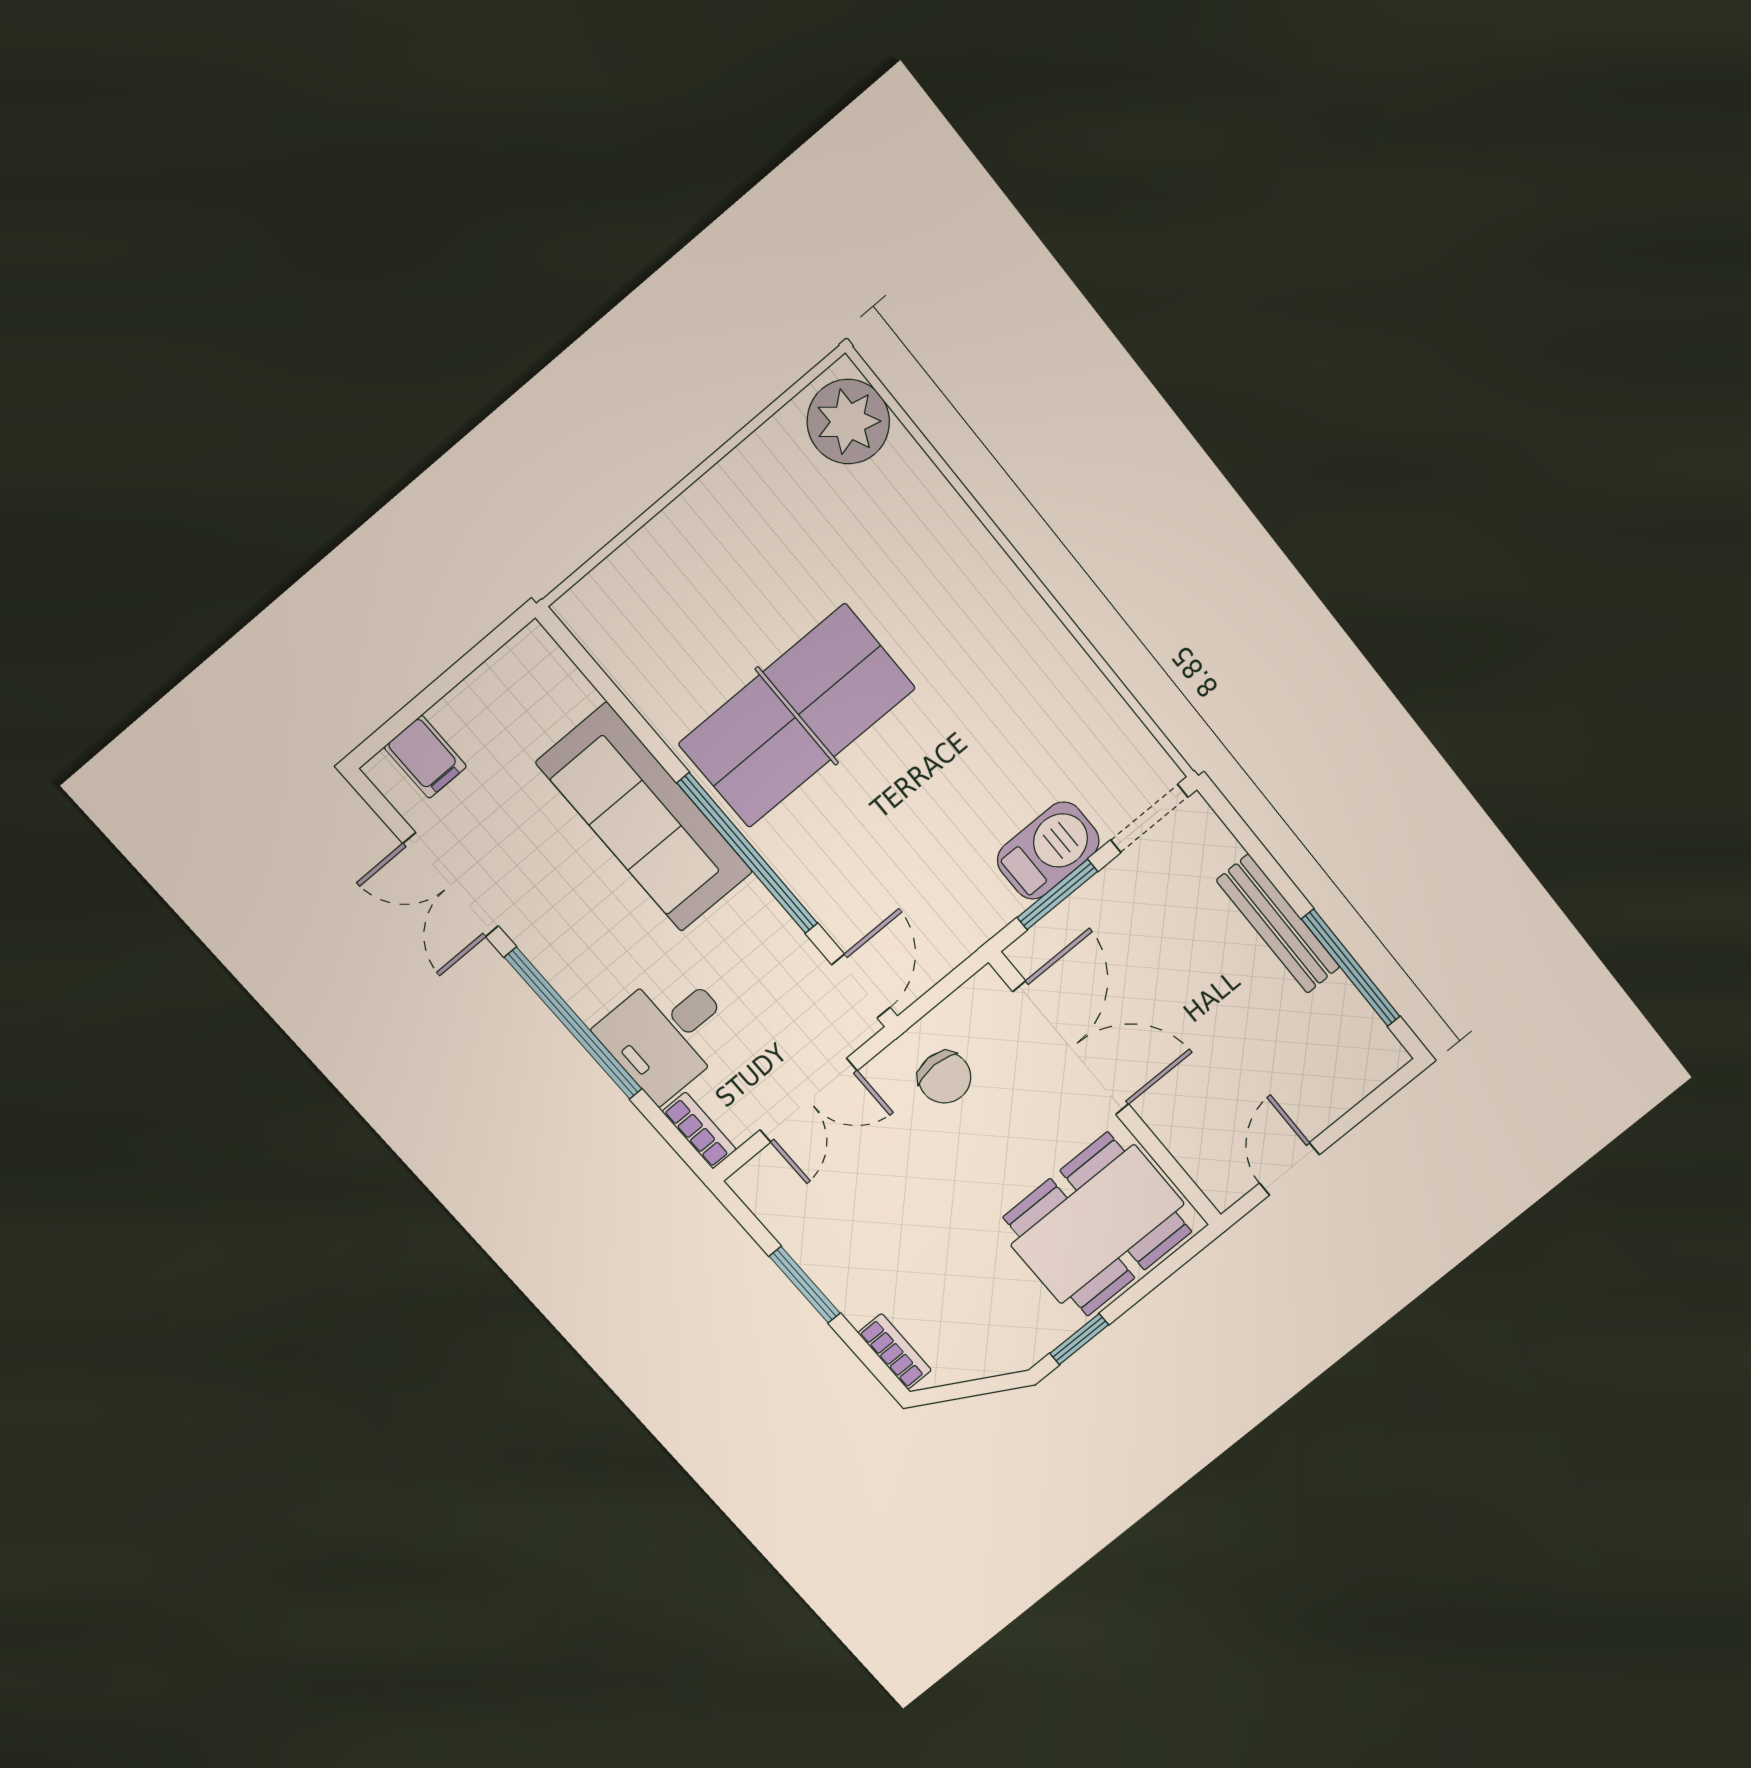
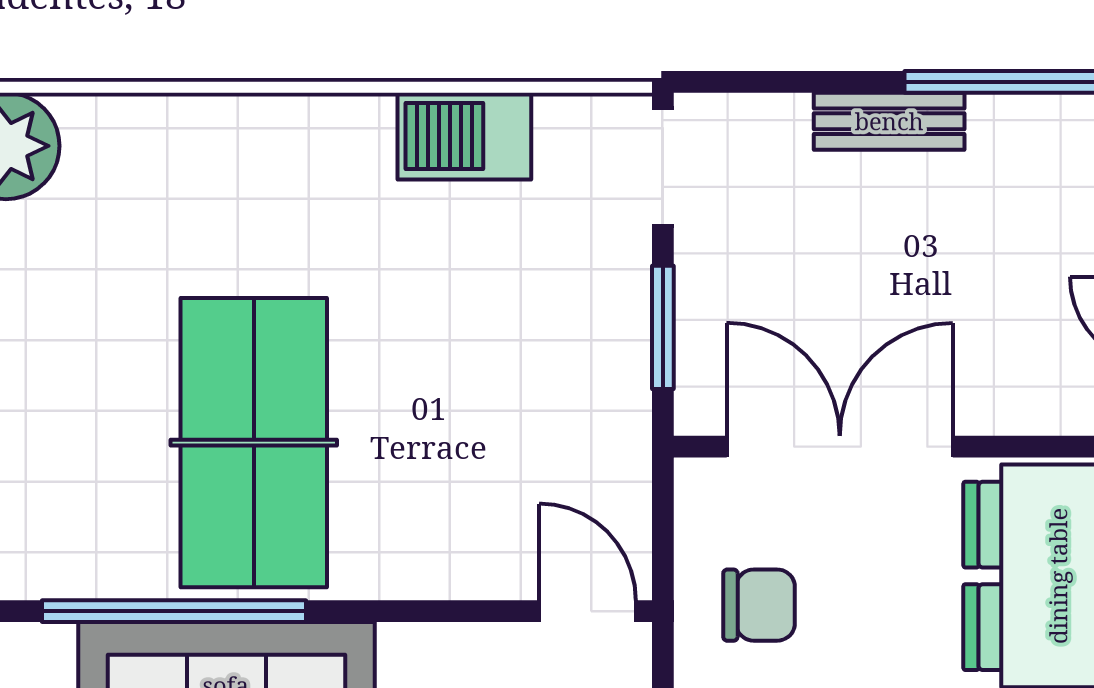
barbecue: (1048, 851) -> (464, 136), moved, turned -90
window: (748, 853) -> (174, 611), moved
bench: (1278, 924) -> (889, 121), width x0.73

